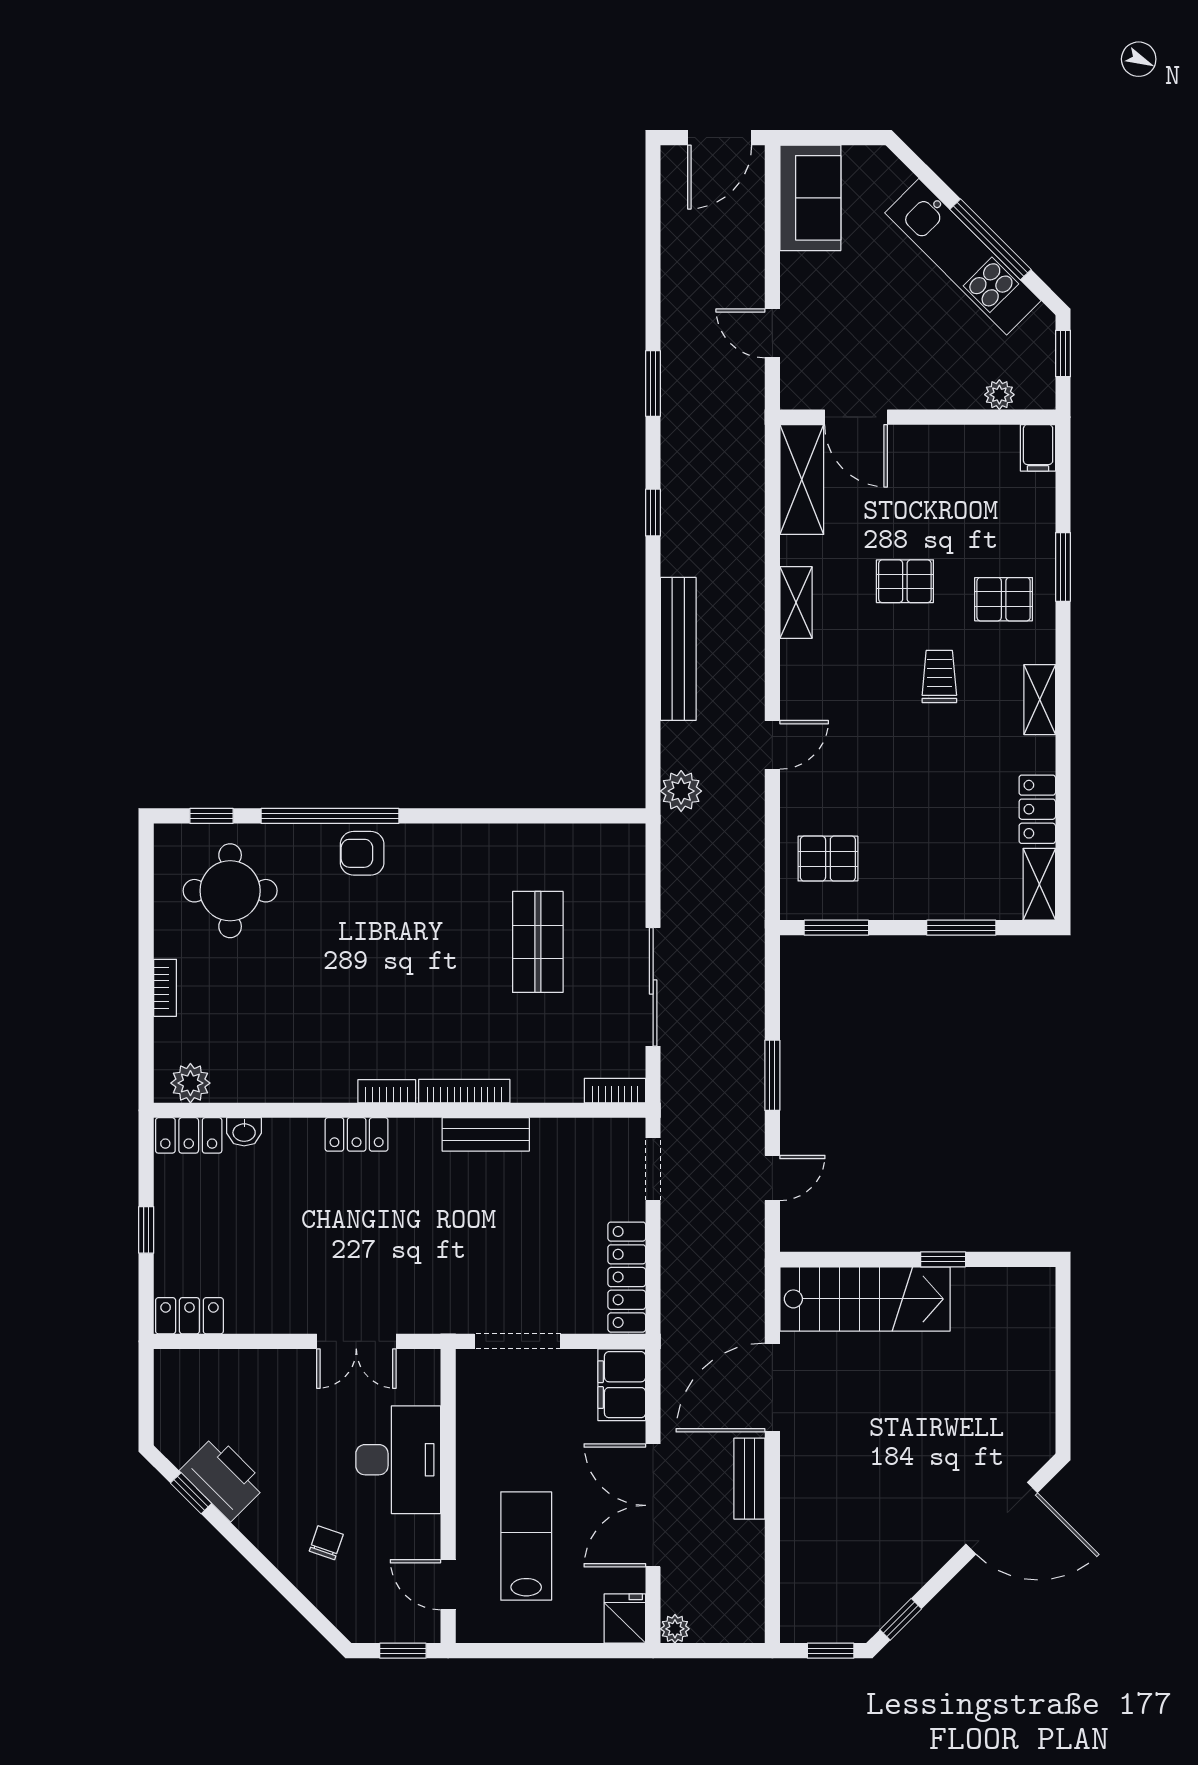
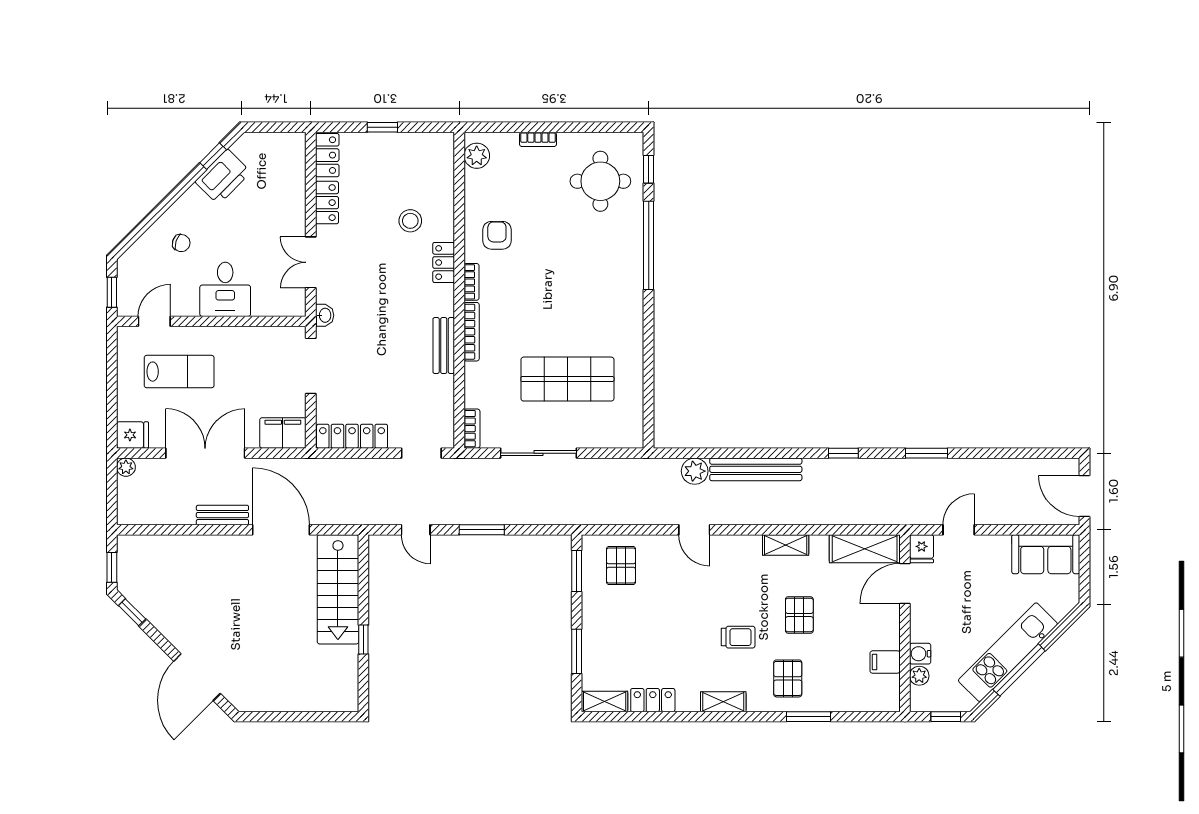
fridge: (802, 391) -> (922, 549), added
water cooler: (965, 393) -> (920, 654), added
filing cabinet: (1038, 448) -> (885, 662), moved
plant: (681, 791) -> (695, 471), moved
armchair: (362, 853) -> (497, 235), moved
shop shelf: (538, 942) -> (567, 379), width x1.43, depth x1.36
washbasin: (244, 1132) -> (325, 315), moved, turned 180
locker: (189, 1135) -> (327, 203), moved, turned 180
stool: (292, 1186) -> (410, 221), added
desk: (398, 1460) -> (225, 289), width x0.73

